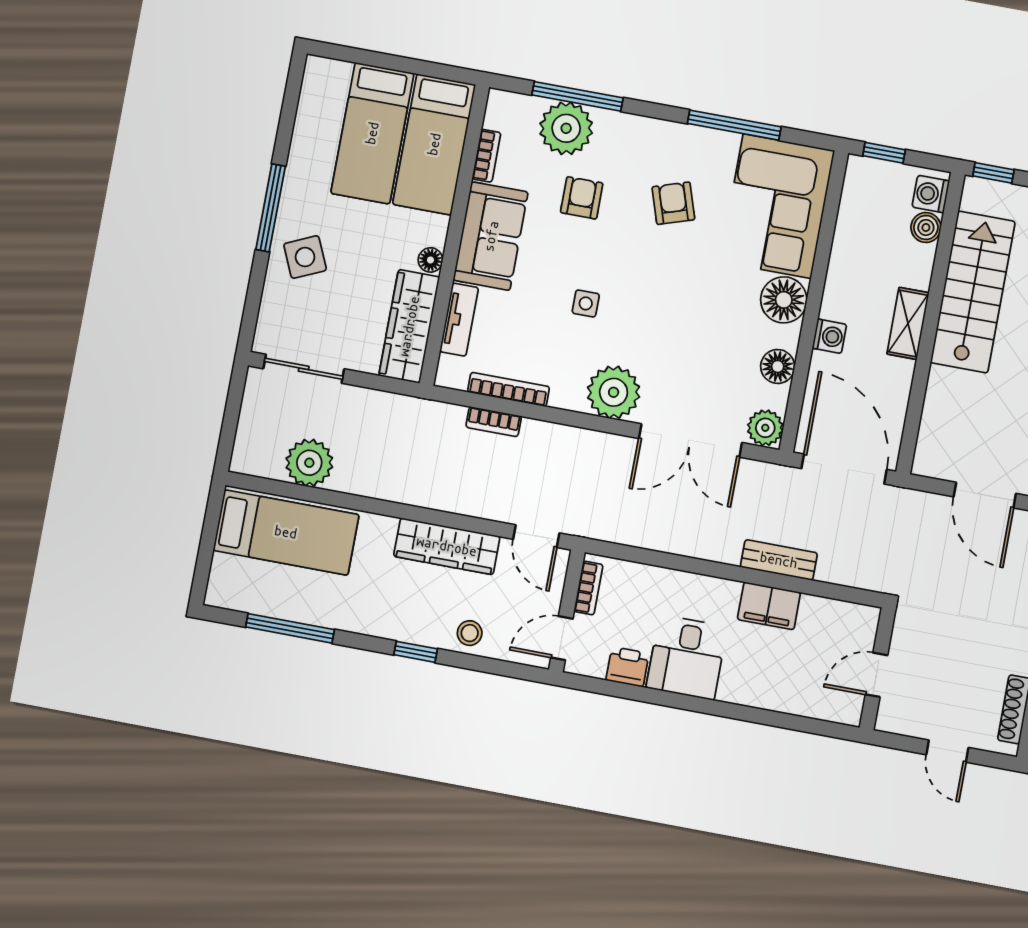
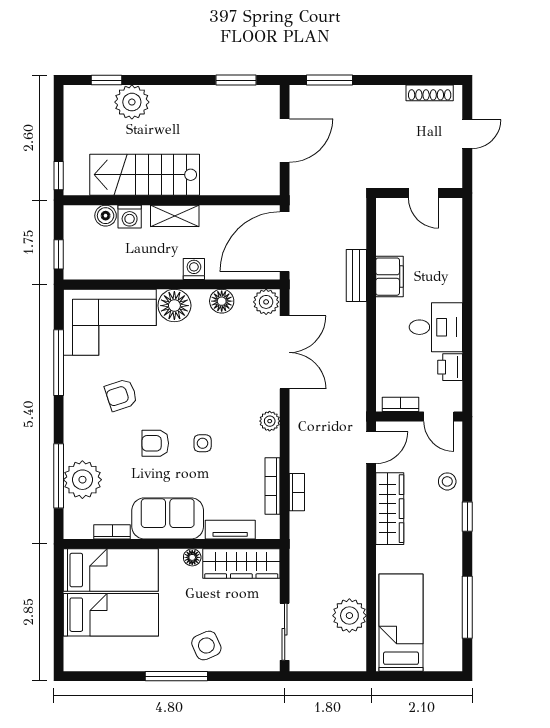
washing machine: (931, 194) -> (130, 217), moved
armchair: (582, 198) -> (155, 443), moved
plant: (614, 392) -> (270, 421), width x0.53, depth x0.53

